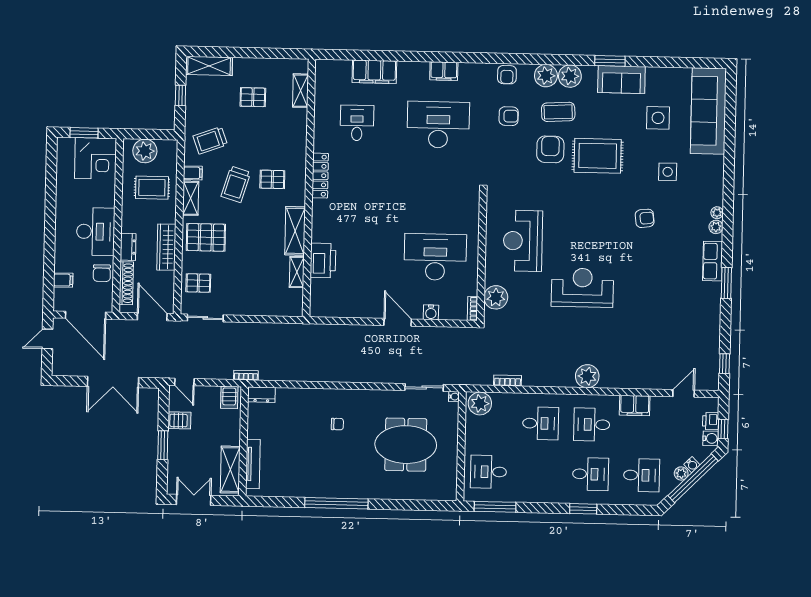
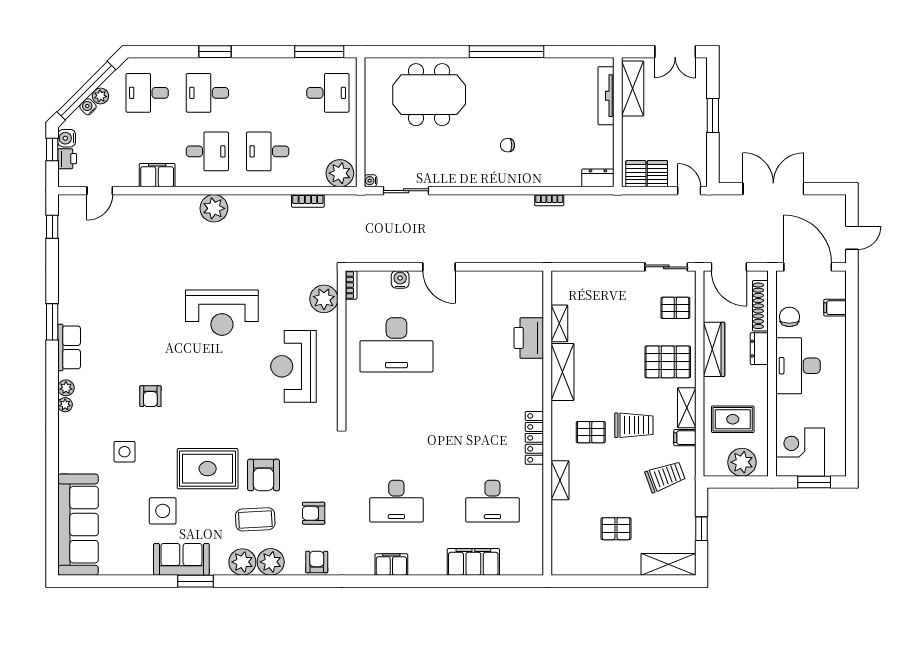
shelving: (300, 91) -> (560, 480), moved
side table: (658, 118) -> (163, 511), moved
desk: (357, 123) -> (492, 501), width x1.37
desk: (438, 125) -> (396, 501), width x0.73, depth x0.77
trolley: (236, 184) -> (634, 425), turned 73
armchair: (645, 218) -> (150, 396), turned -83
reception desk: (523, 241) -> (293, 366), turned 180
bookcase: (246, 375) -> (549, 200), moved
server rack: (179, 420) -> (657, 174), moved, turned 90
meeting table: (406, 445) -> (429, 95), moved

